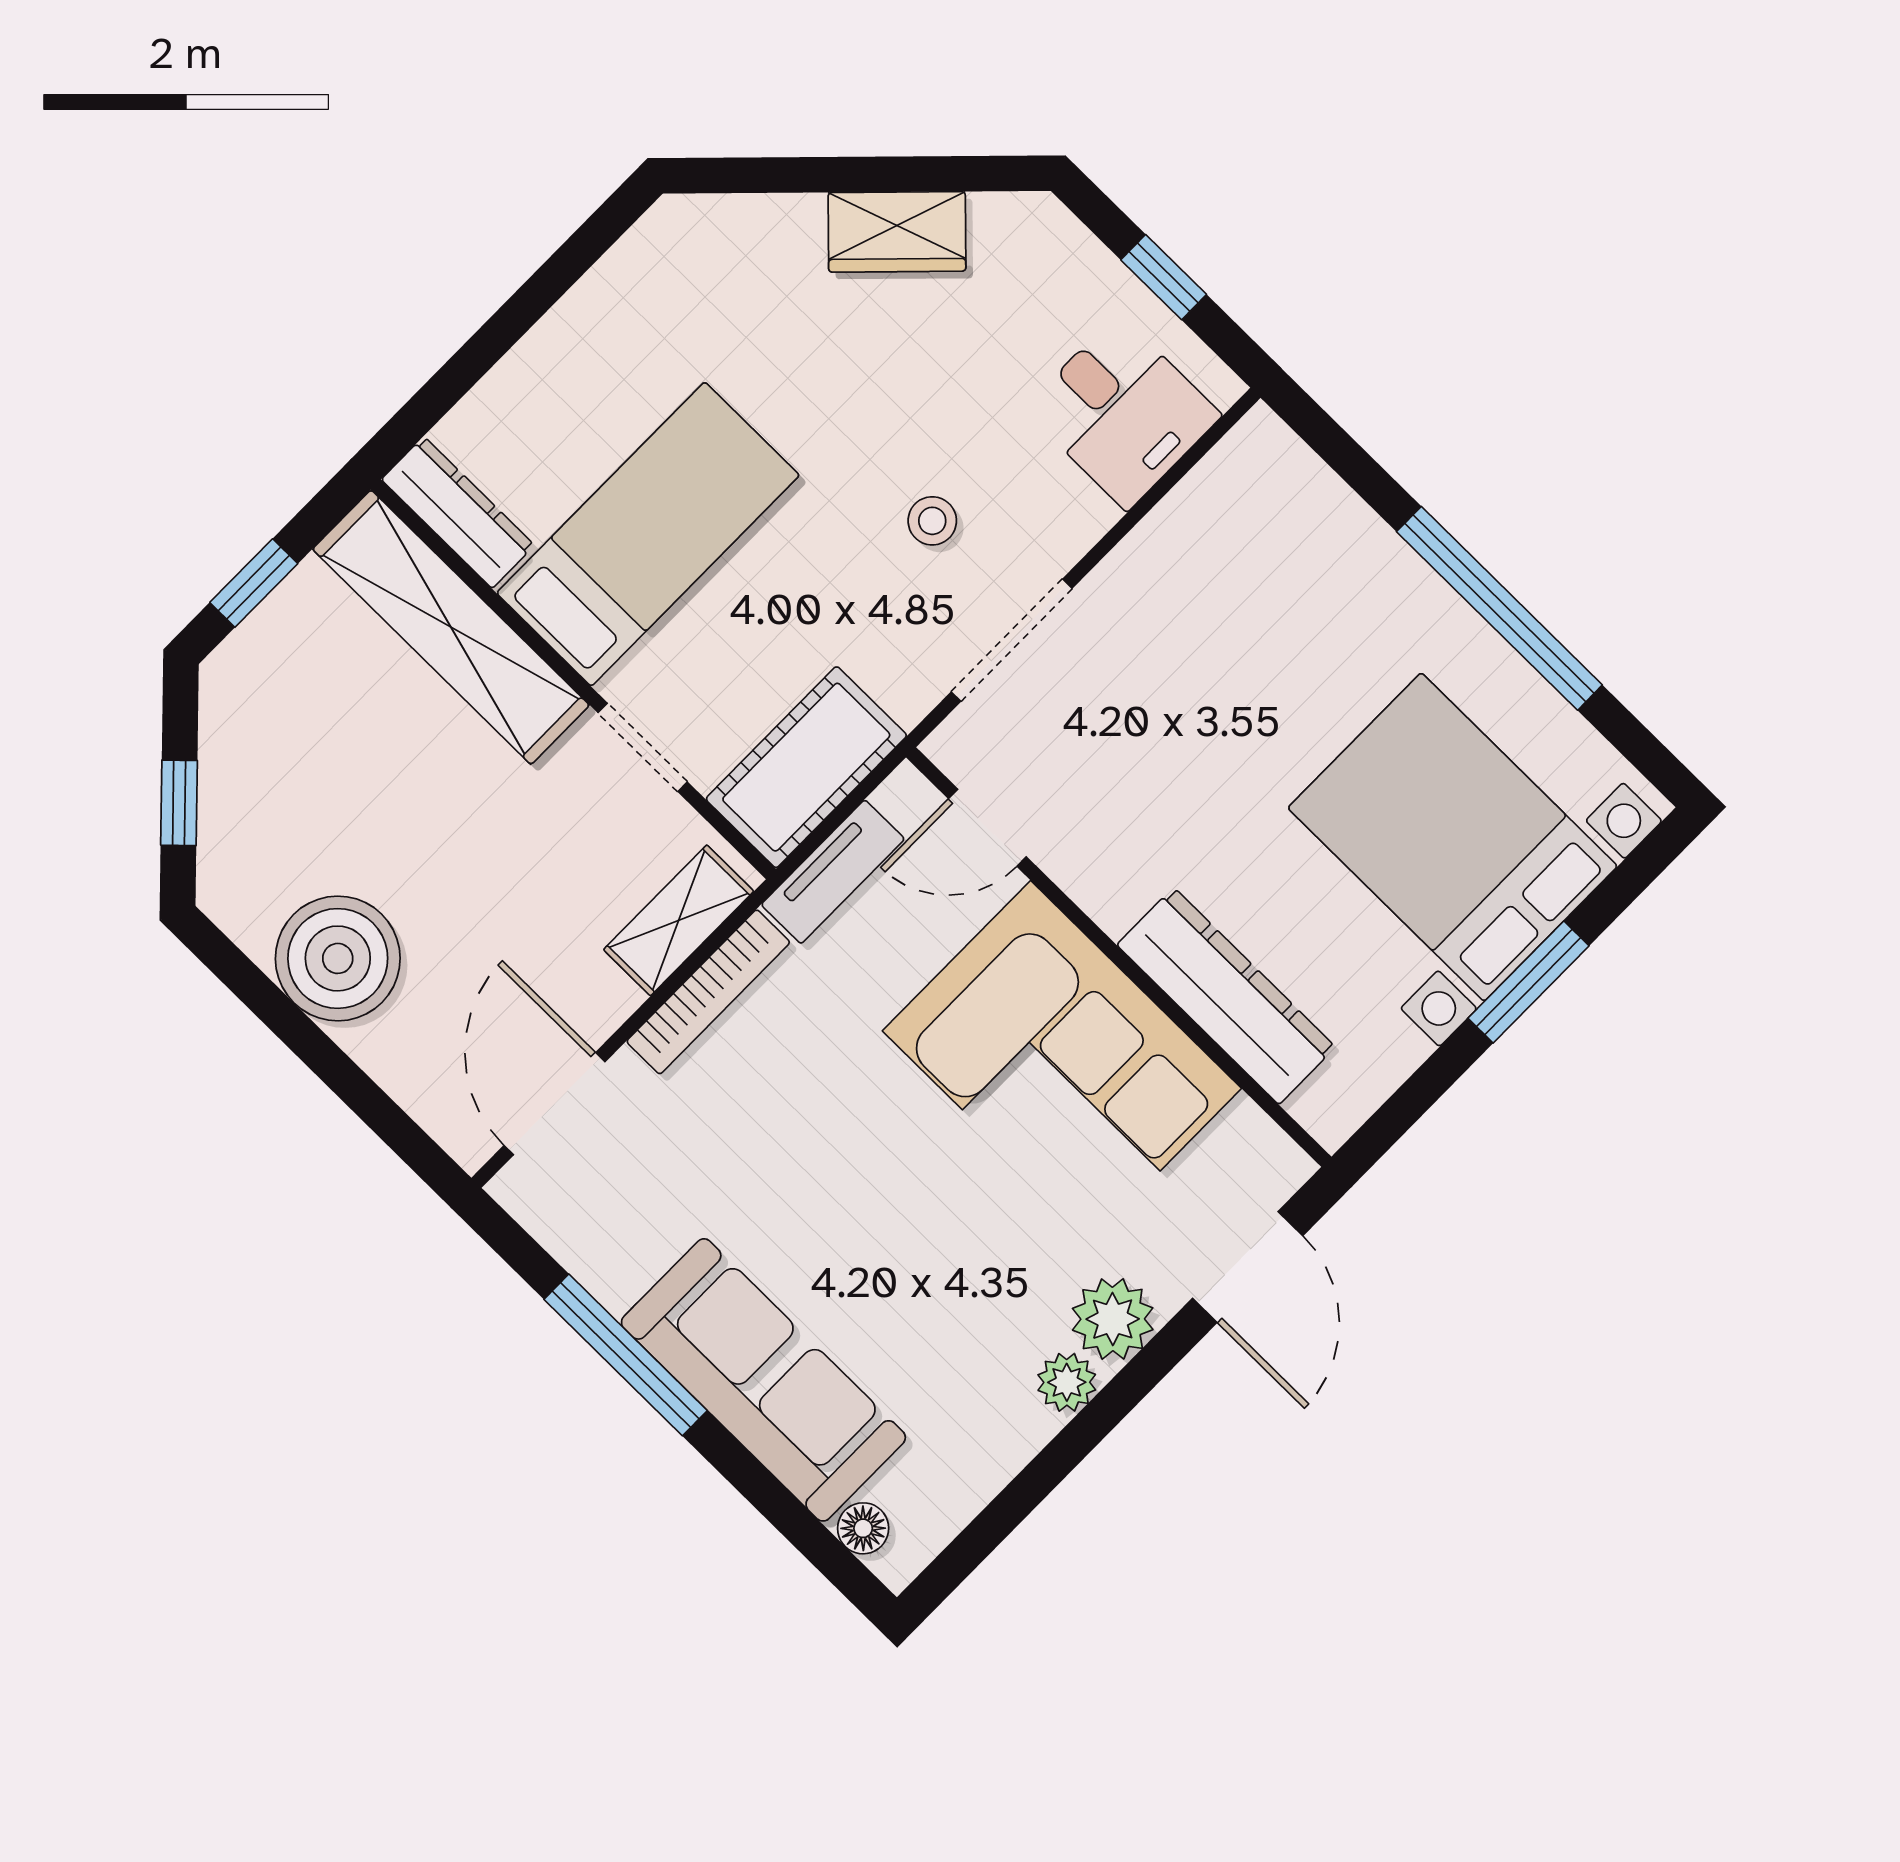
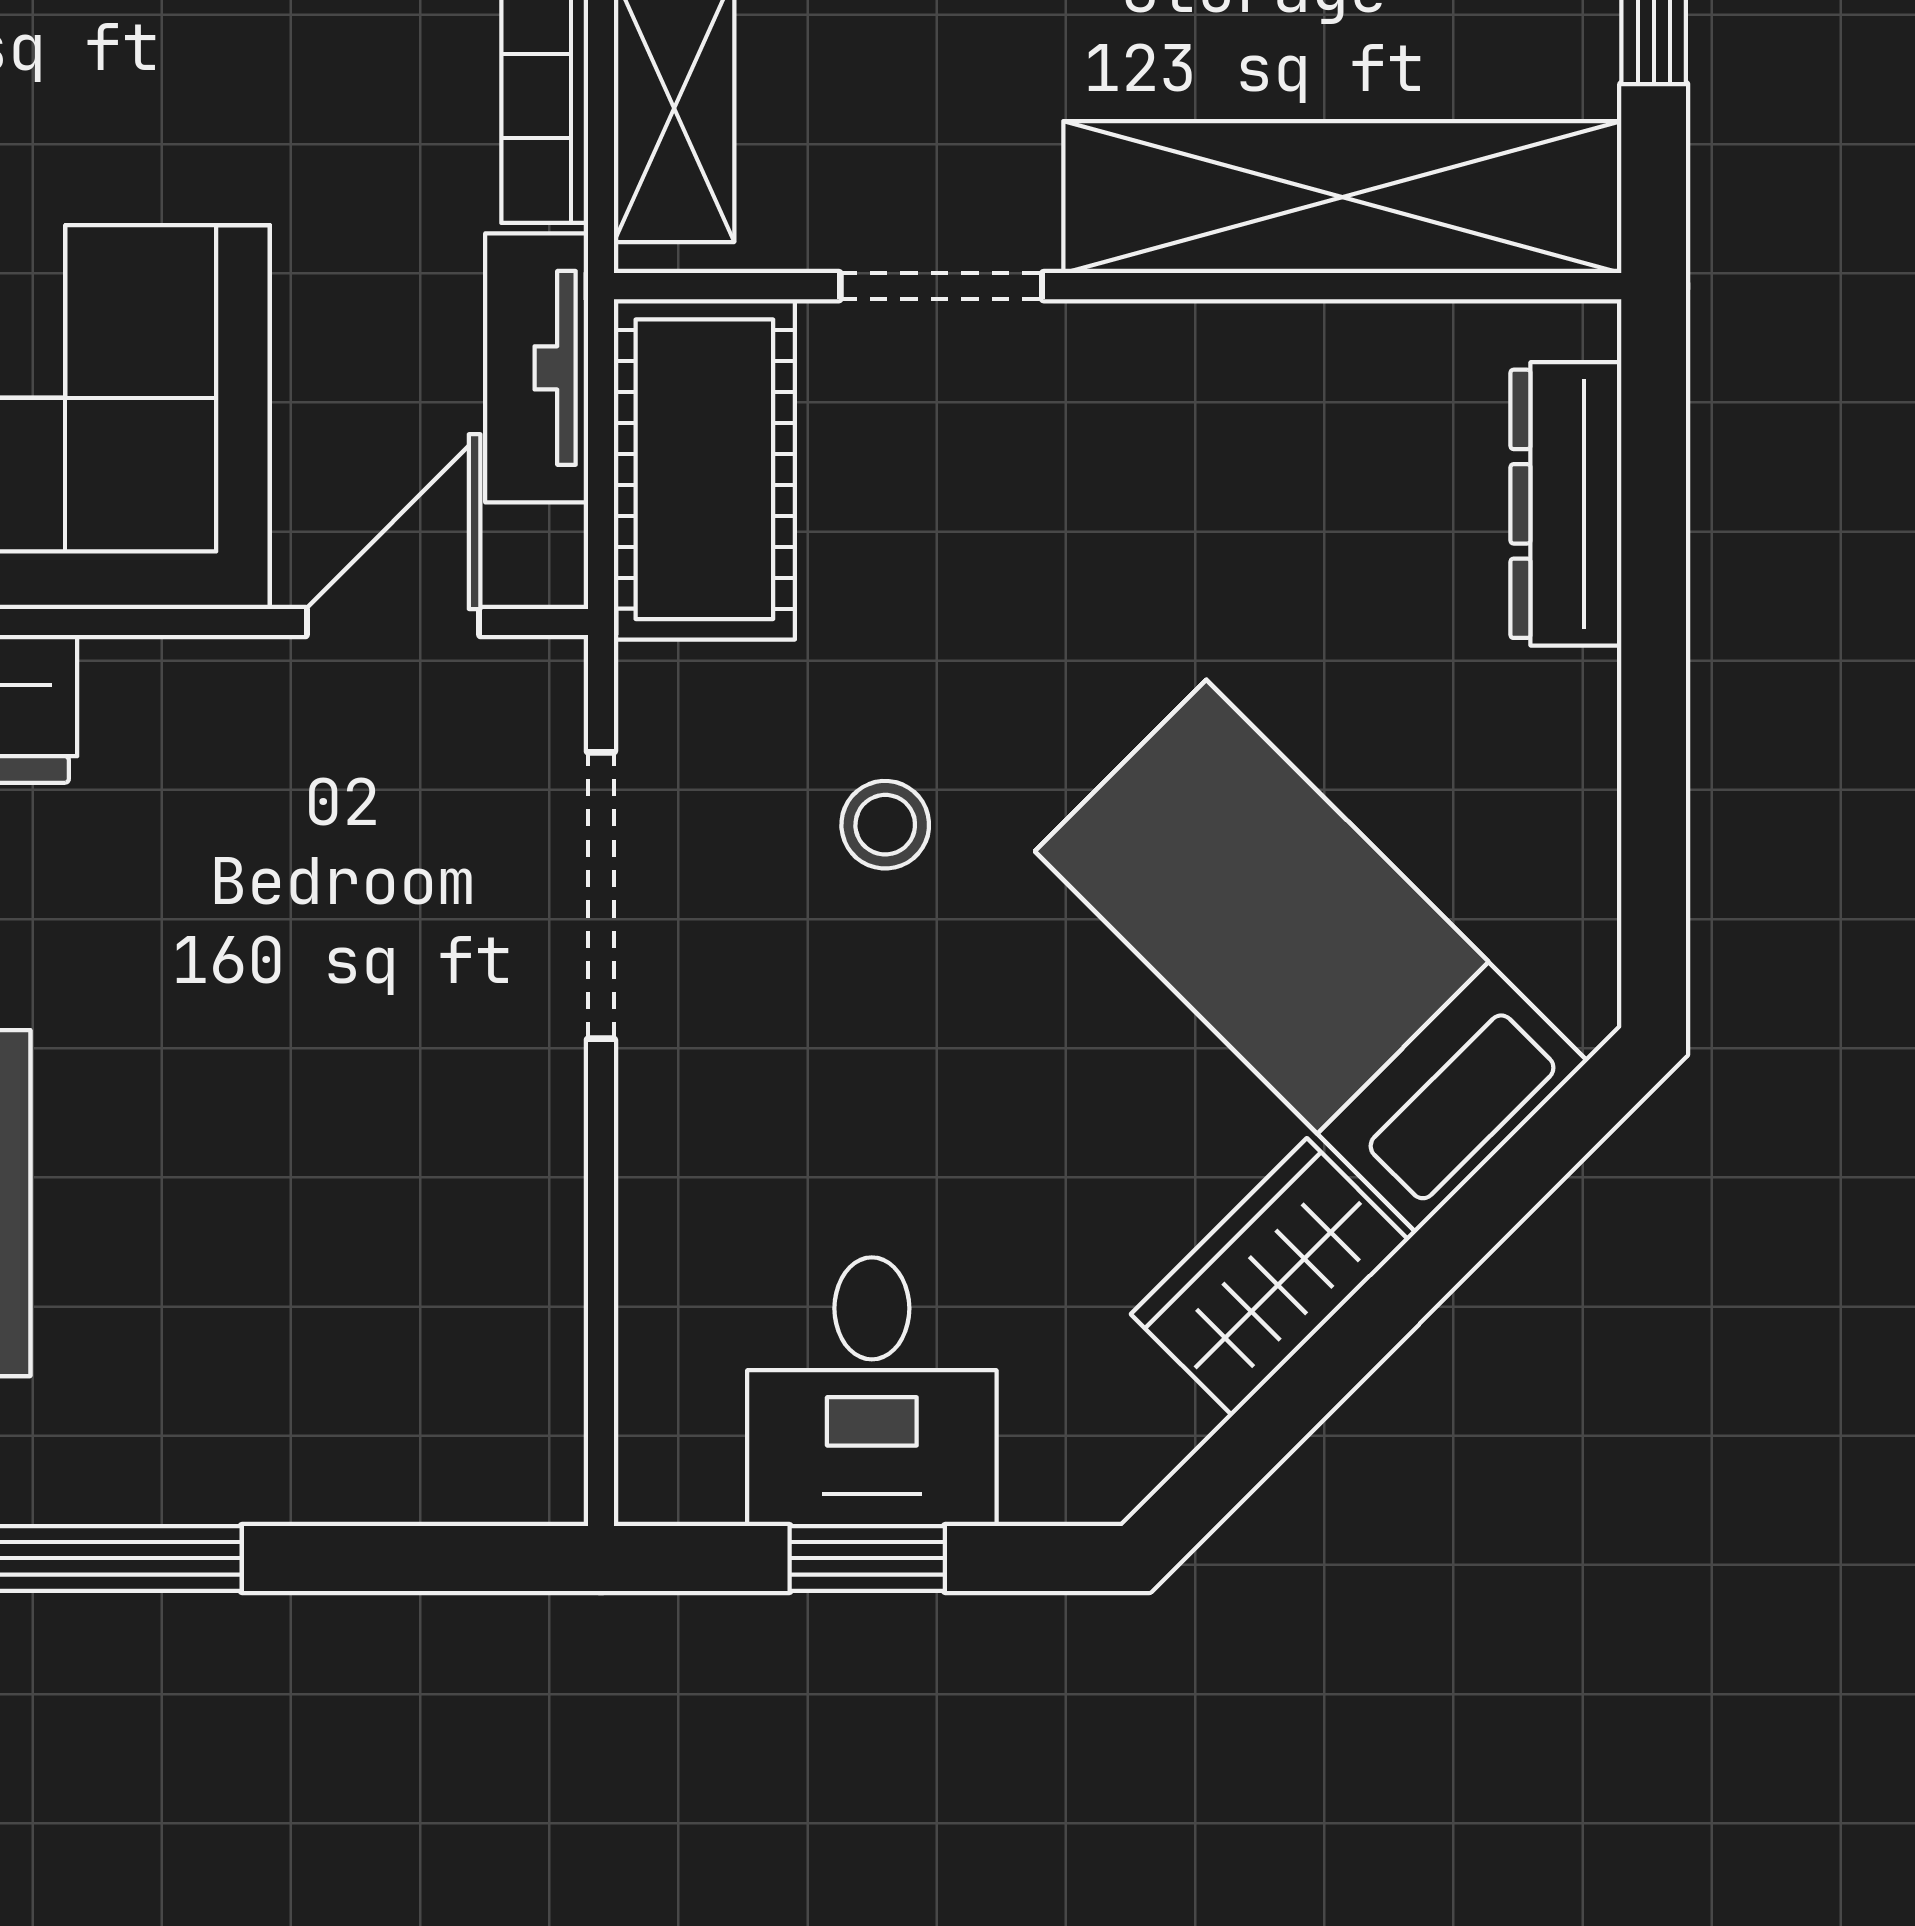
desk: (1122, 412) -> (872, 1392), moved, turned -90
dresser: (458, 512) -> (1566, 504), moved, turned 90
stool: (932, 521) -> (885, 825), moved
bed: (648, 534) -> (1311, 956), moved, turned 135

